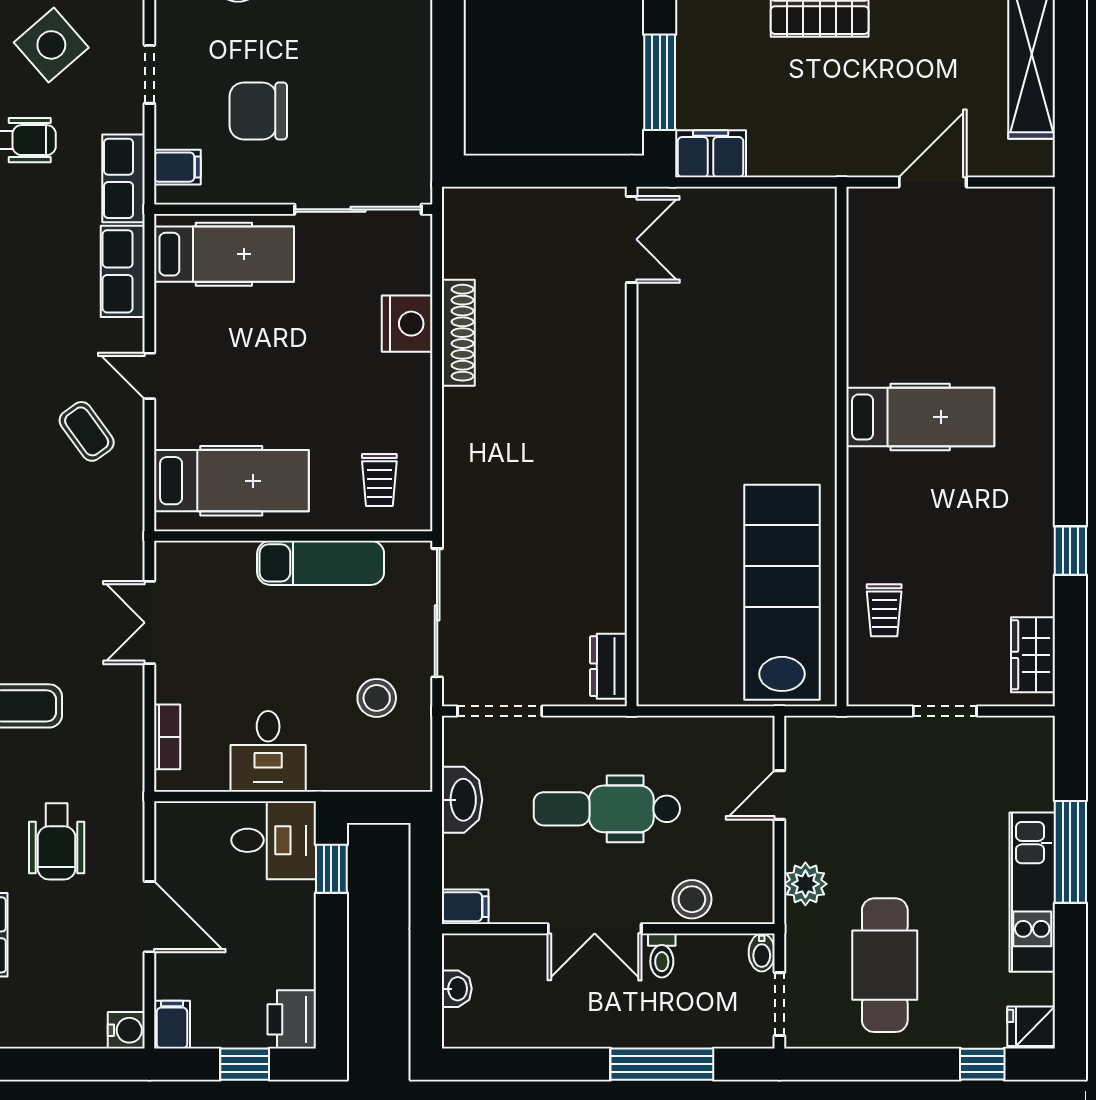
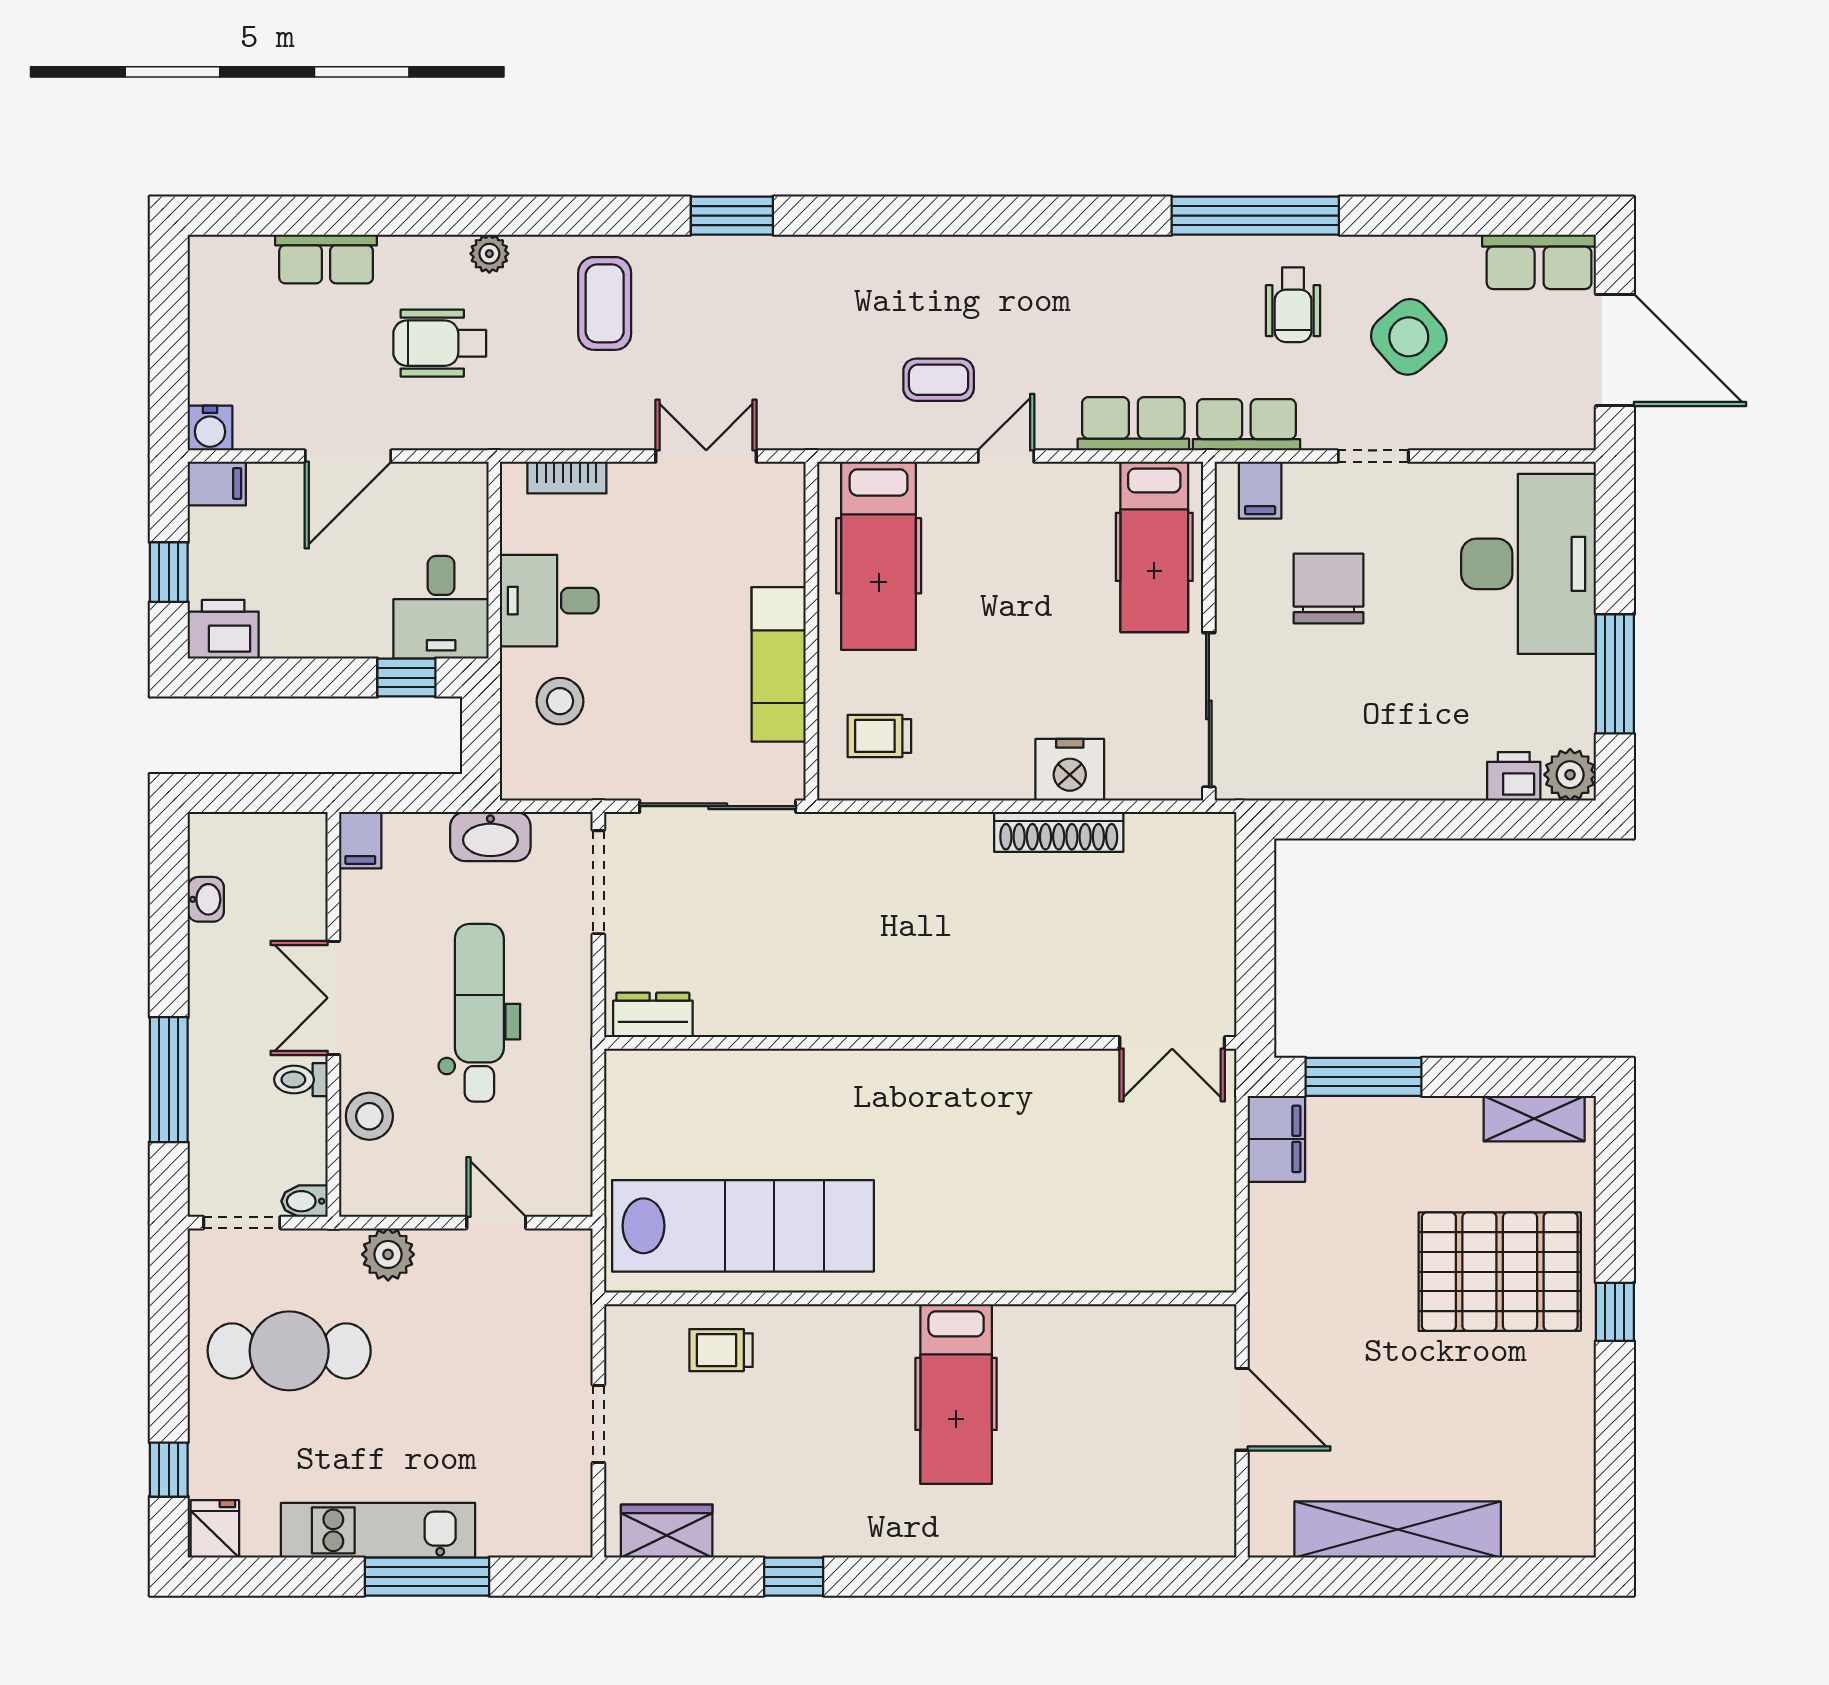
coffee table: (87, 431) -> (939, 380), turned 36
stool: (377, 698) -> (560, 701), moved
washbasin: (457, 989) -> (206, 899), moved, turned -90

